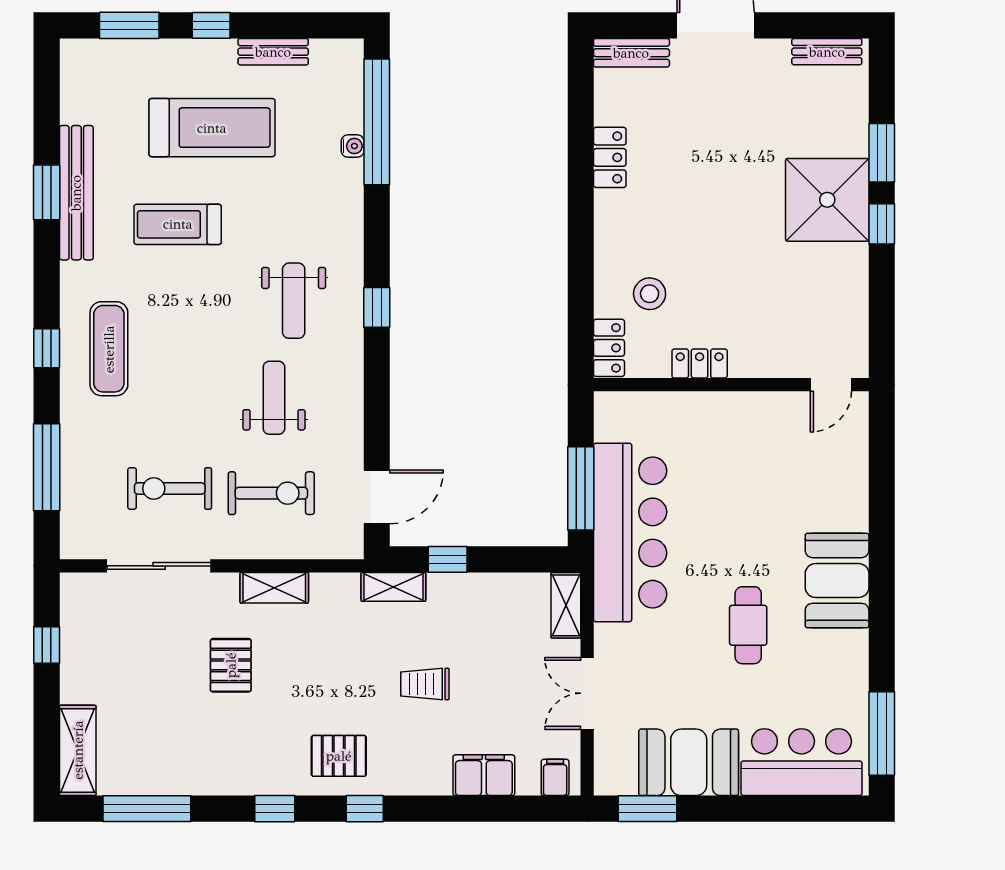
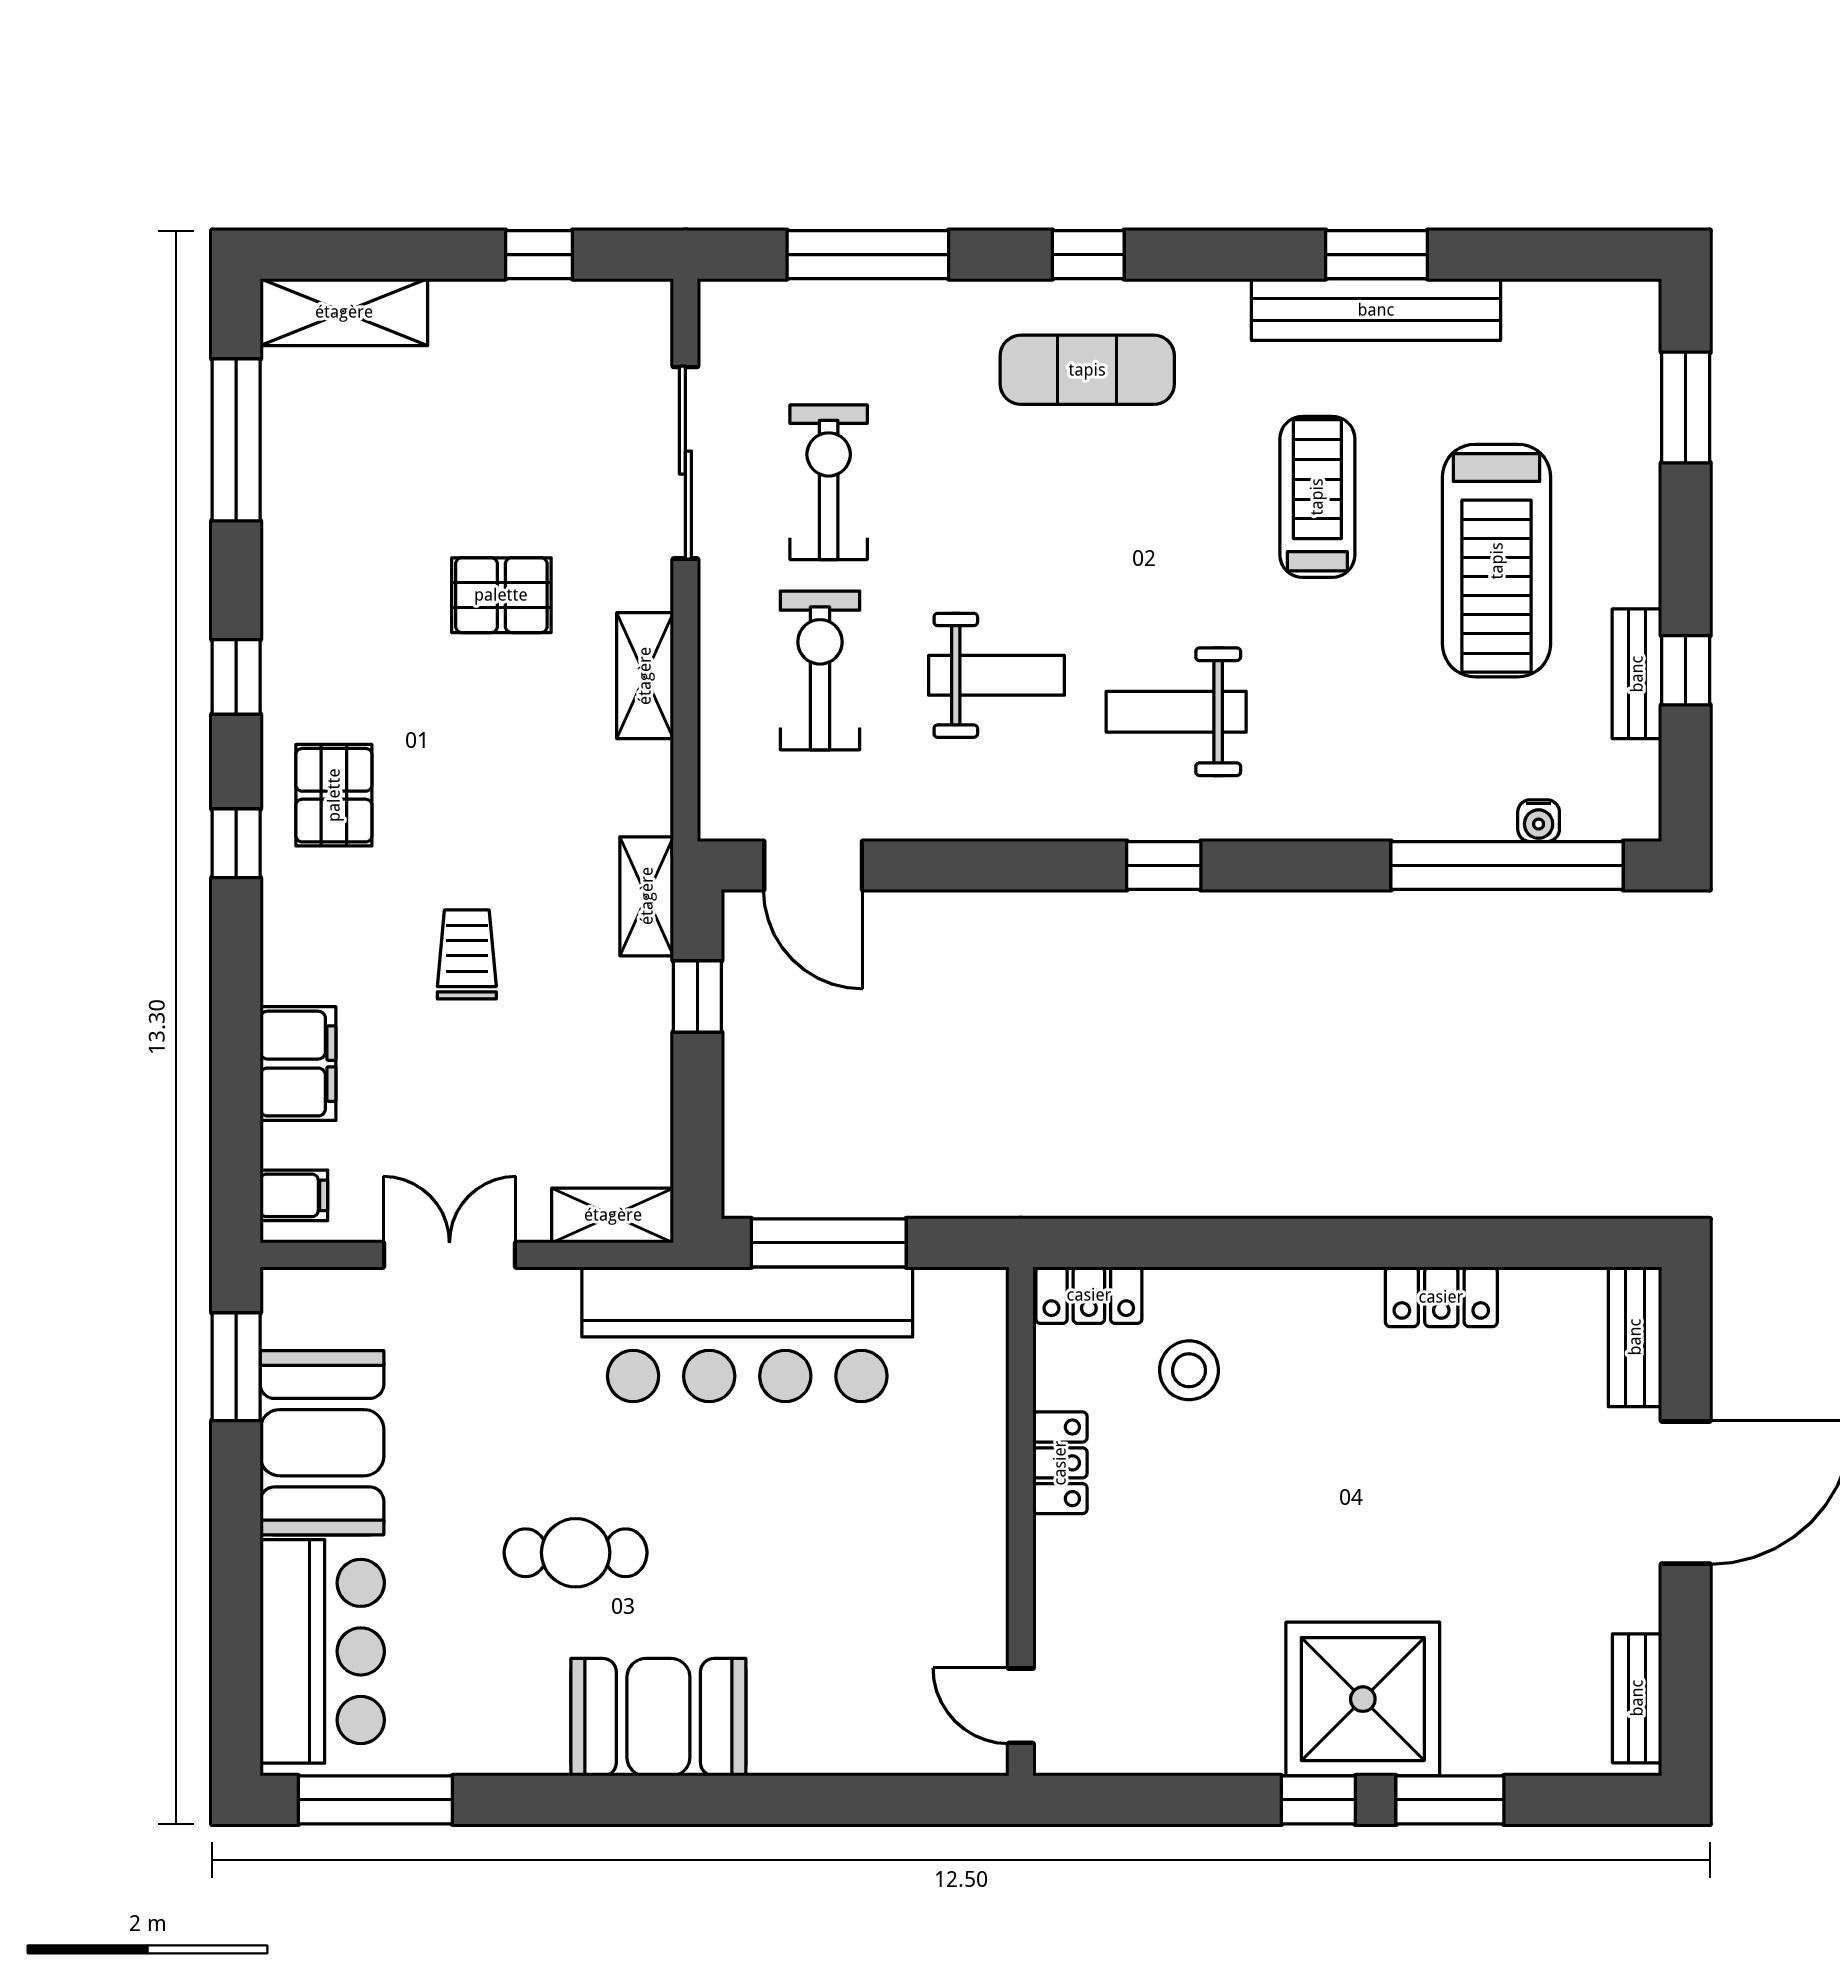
window: (211, 25) -> (1686, 670), moved
water cooler: (353, 146) -> (1539, 821), moved
exercise bike: (271, 493) -> (820, 670), turned 180

